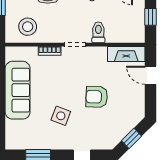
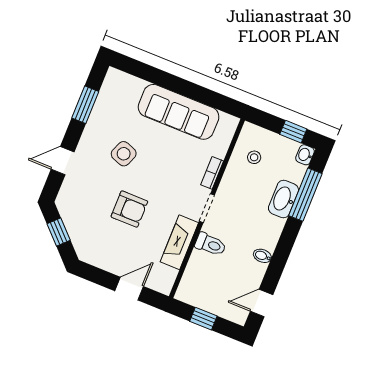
stool: (28, 27) -> (254, 157), width x0.53, depth x0.53
fireplace: (126, 54) -> (179, 242), moved
armchair: (97, 97) -> (129, 209), turned 88

